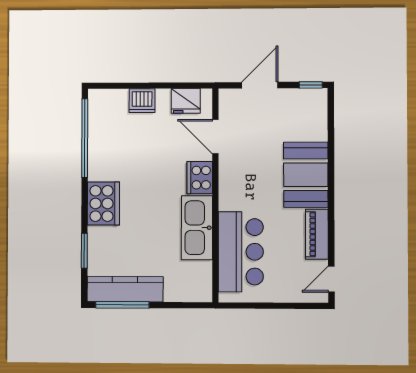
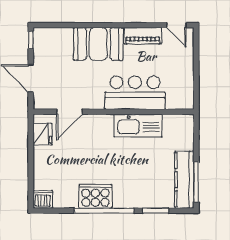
dishwasher: (142, 101) -> (43, 199), moved, turned -90
window: (85, 138) -> (104, 211), moved
cooker: (200, 178) -> (100, 124), removed
cooker: (103, 203) -> (95, 196), moved
bar counter: (241, 252) -> (135, 93), moved

